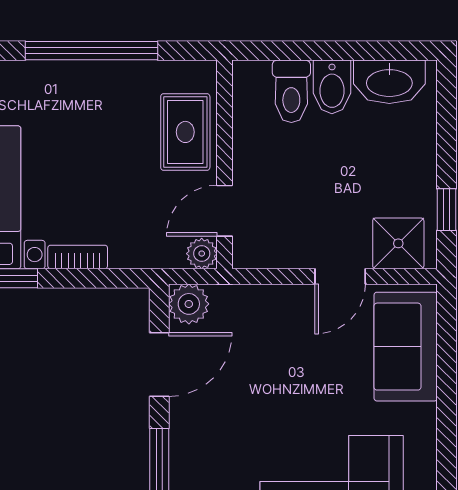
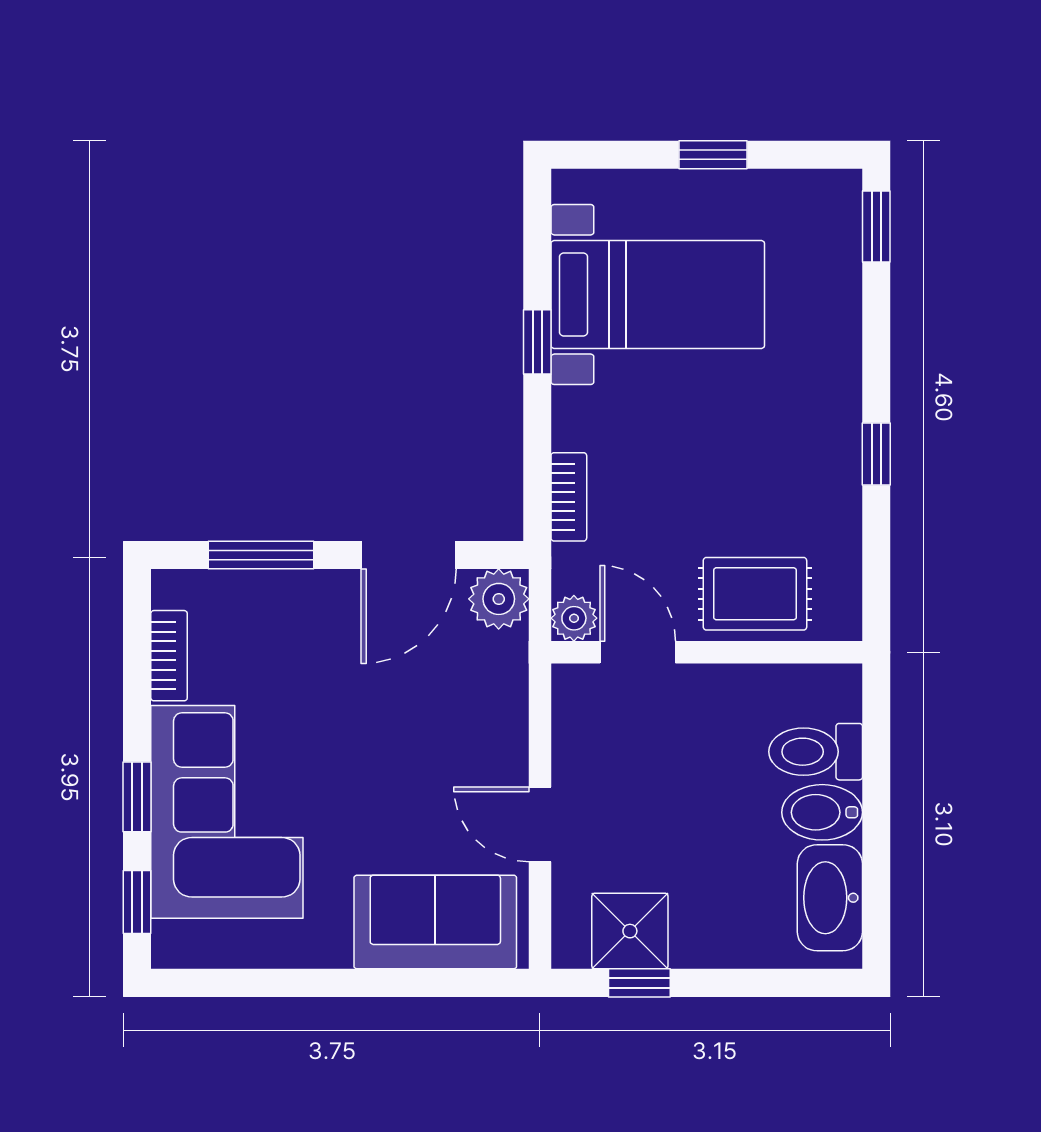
window: (92, 51) -> (876, 454), width x0.32
shower: (398, 243) -> (630, 931), moved
bookcase: (78, 257) -> (569, 497), moved
door: (159, 364) -> (409, 555), hinge flipped

